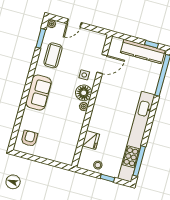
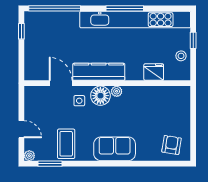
kitchen counter: (143, 51) -> (99, 72), moved, turned -90
coffee table: (53, 55) -> (66, 144), turned 90
armchair: (29, 138) -> (171, 145), turned 99
window: (139, 161) -> (125, 8), moved

